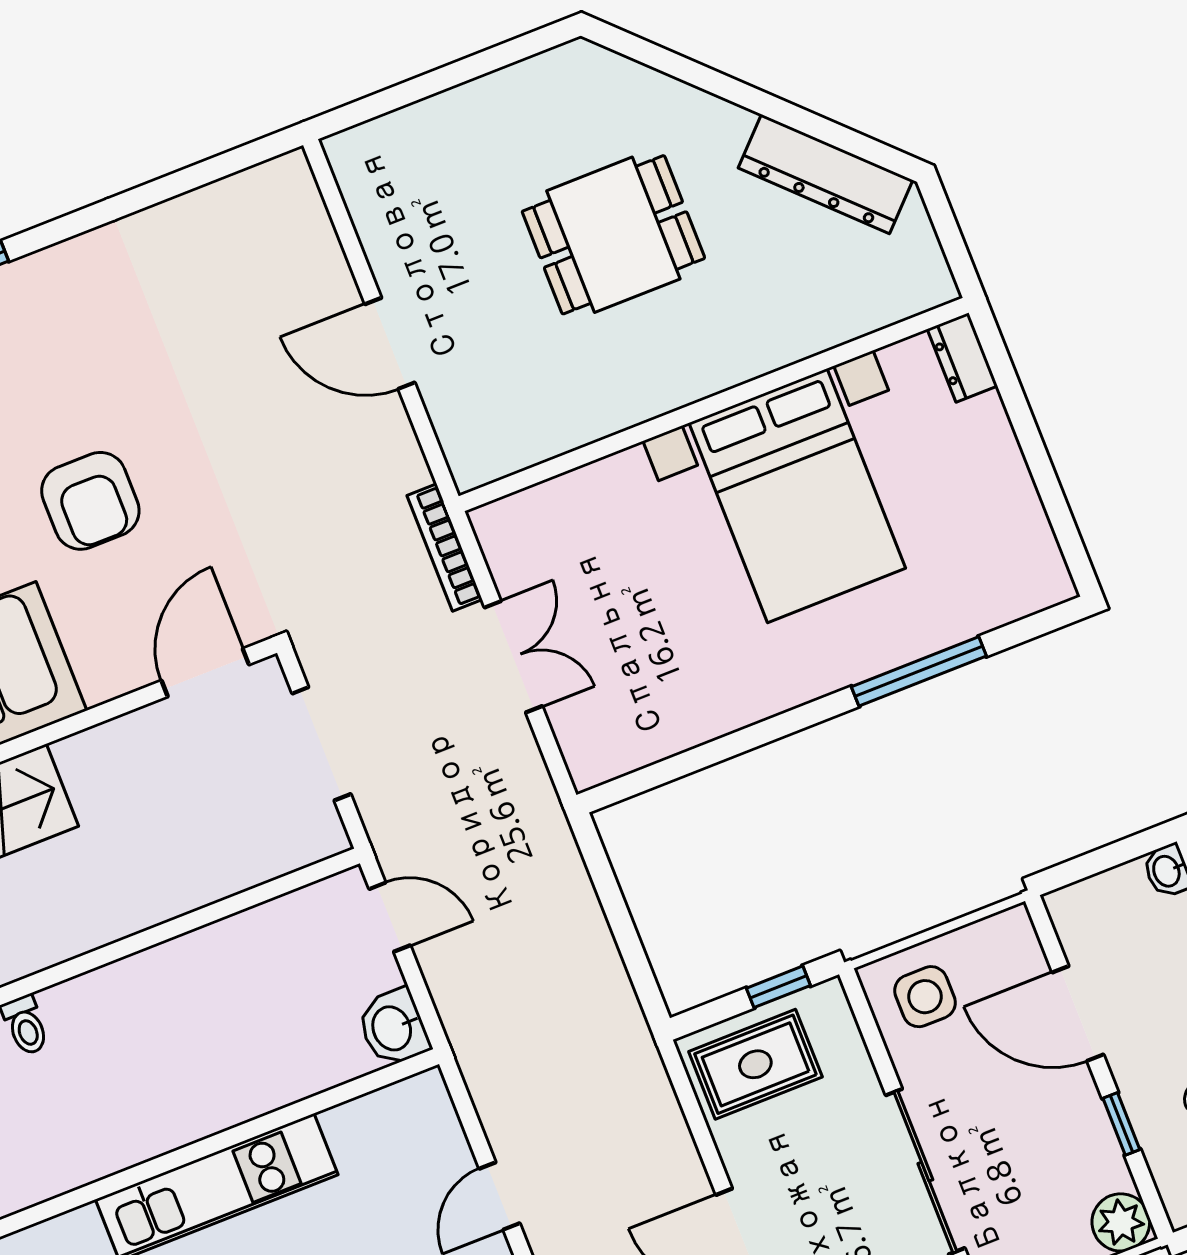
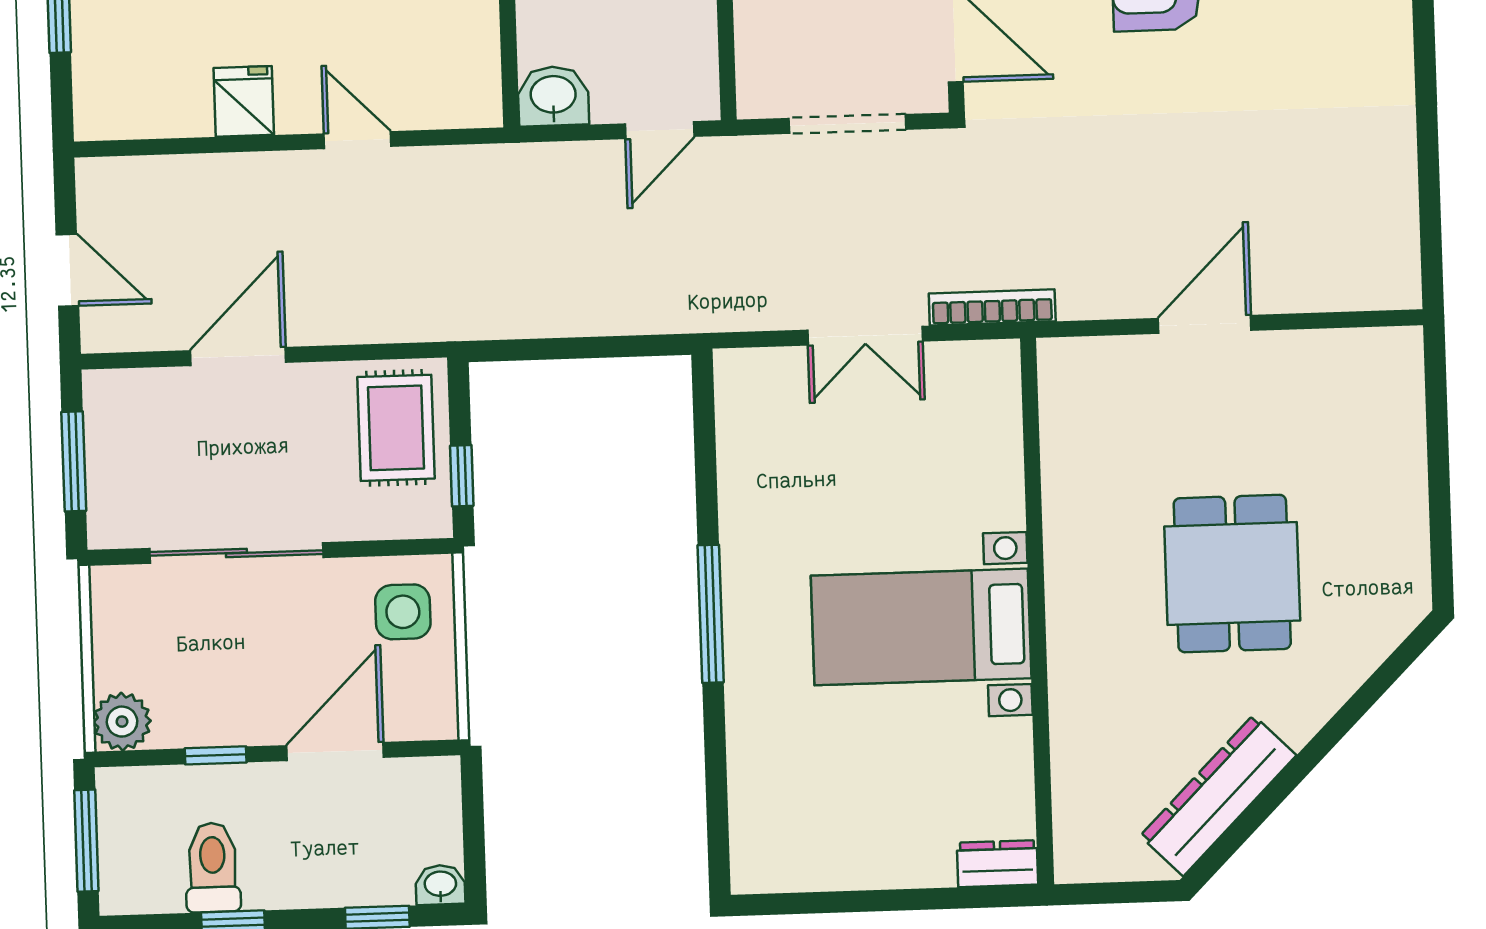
bed with nightstands: (797, 496) -> (921, 627), width x0.73
window: (919, 671) -> (711, 614), moved

